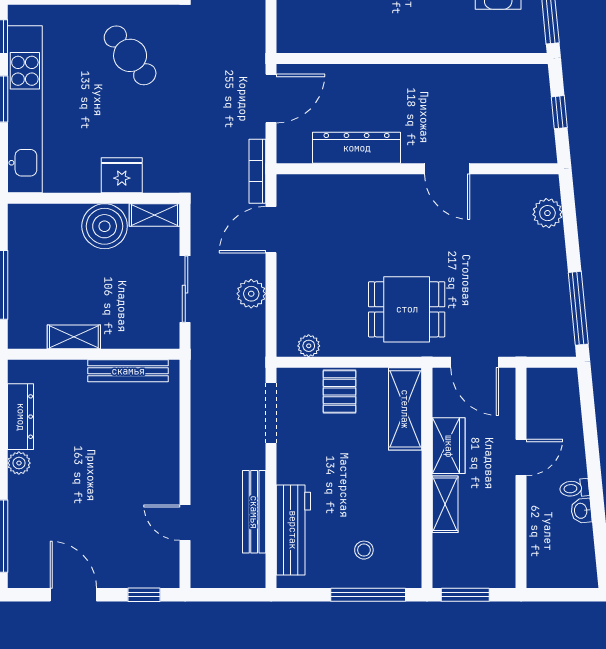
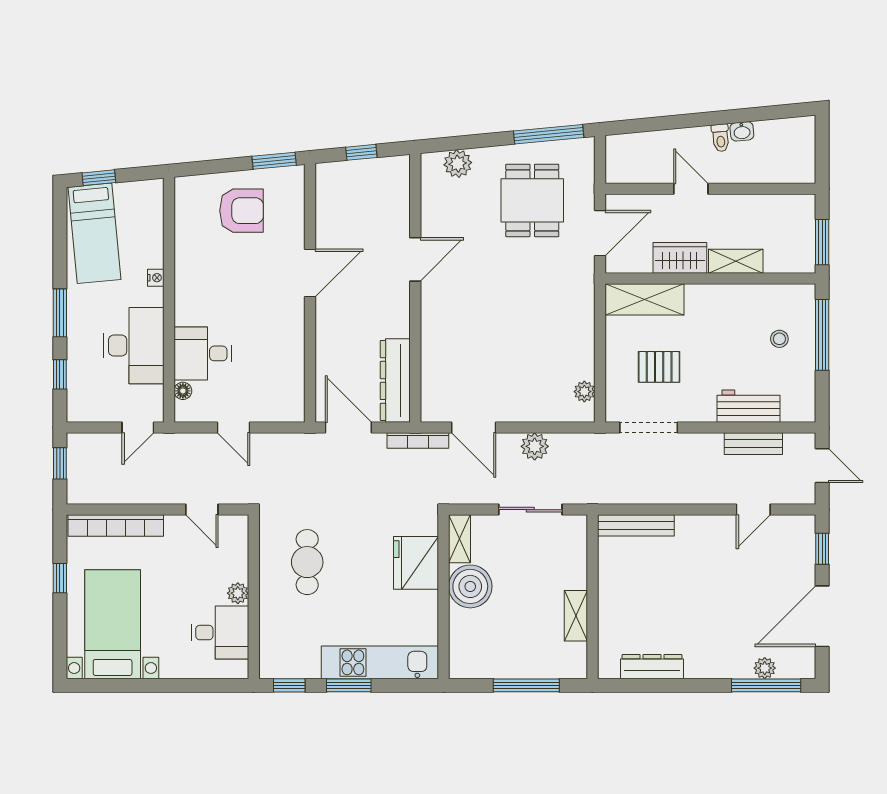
cafe table: (130, 55) -> (307, 562), turned -52
door: (433, 58) -> (310, 273), added
kitchen unit: (25, 109) -> (380, 662), width x0.73
dresser: (357, 148) -> (395, 380), moved
fridge: (122, 175) -> (416, 563), width x1.36, depth x1.34
dining table: (407, 309) -> (532, 200), moved
bench: (128, 371) -> (636, 525), moved, turned 90
pallet: (340, 392) -> (659, 367), moved
plant: (19, 463) -> (765, 668), moved
bench: (254, 512) -> (753, 444), width x0.73
workbench: (293, 530) -> (748, 406), width x0.73
door: (73, 595) -> (822, 616), width x1.36
door: (231, 595) -> (822, 466), added

